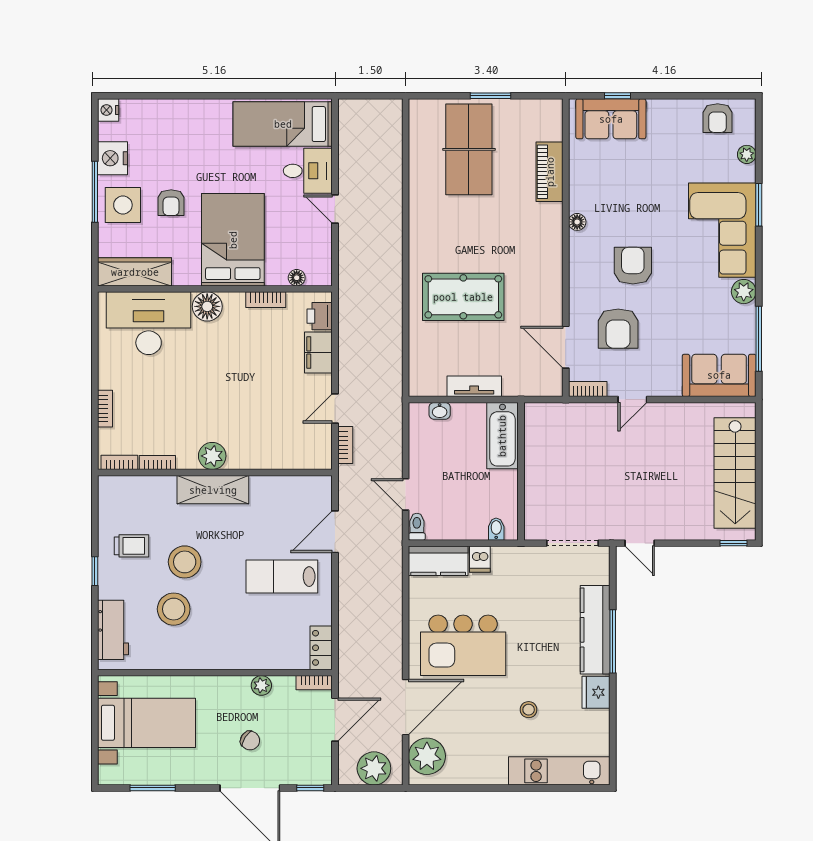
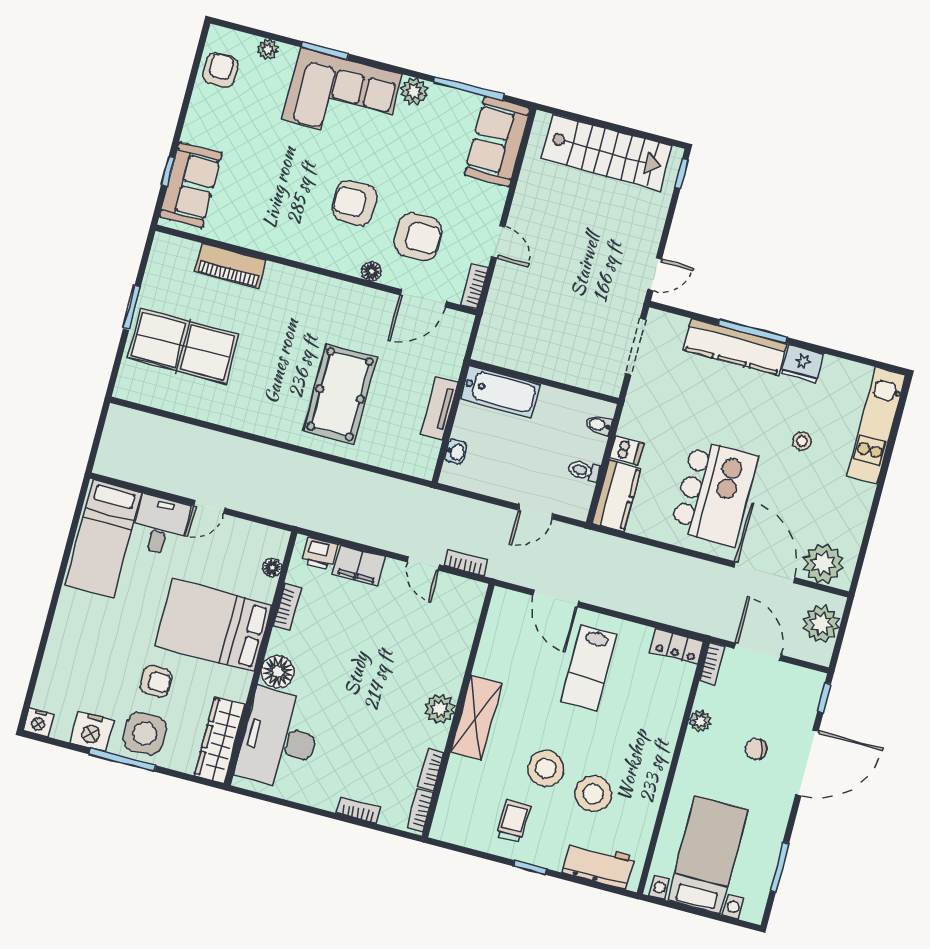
armchair: (718, 118) -> (220, 70), turned -89
floor lamp: (577, 222) -> (372, 271), moved
toilet: (417, 527) -> (584, 471), moved
chair: (250, 741) -> (756, 749), turned -137

